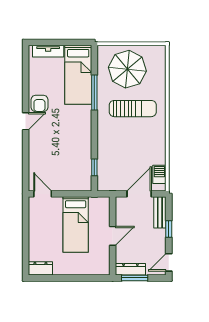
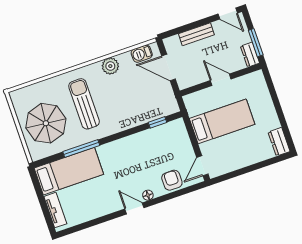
armchair: (39, 103) -> (172, 180), moved, turned -90
floor lamp: (33, 137) -> (148, 195), added
plant: (158, 143) -> (110, 66), added
bench: (160, 212) -> (196, 34), moved
window: (169, 229) -> (194, 25), removed
dresser: (130, 269) -> (250, 55), width x0.70

